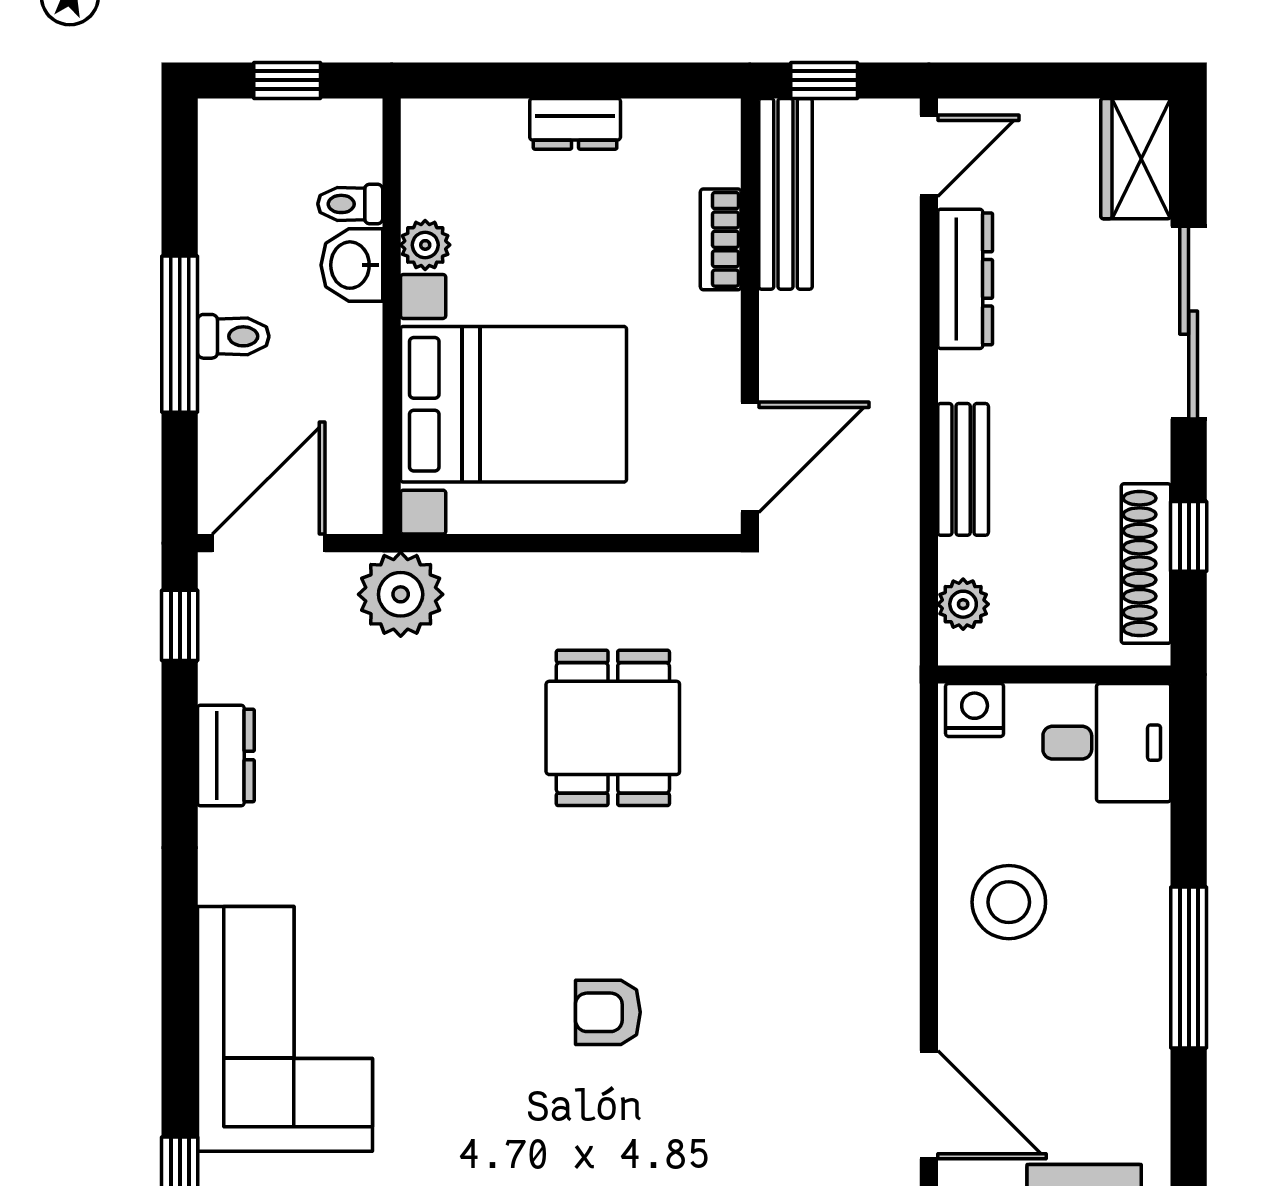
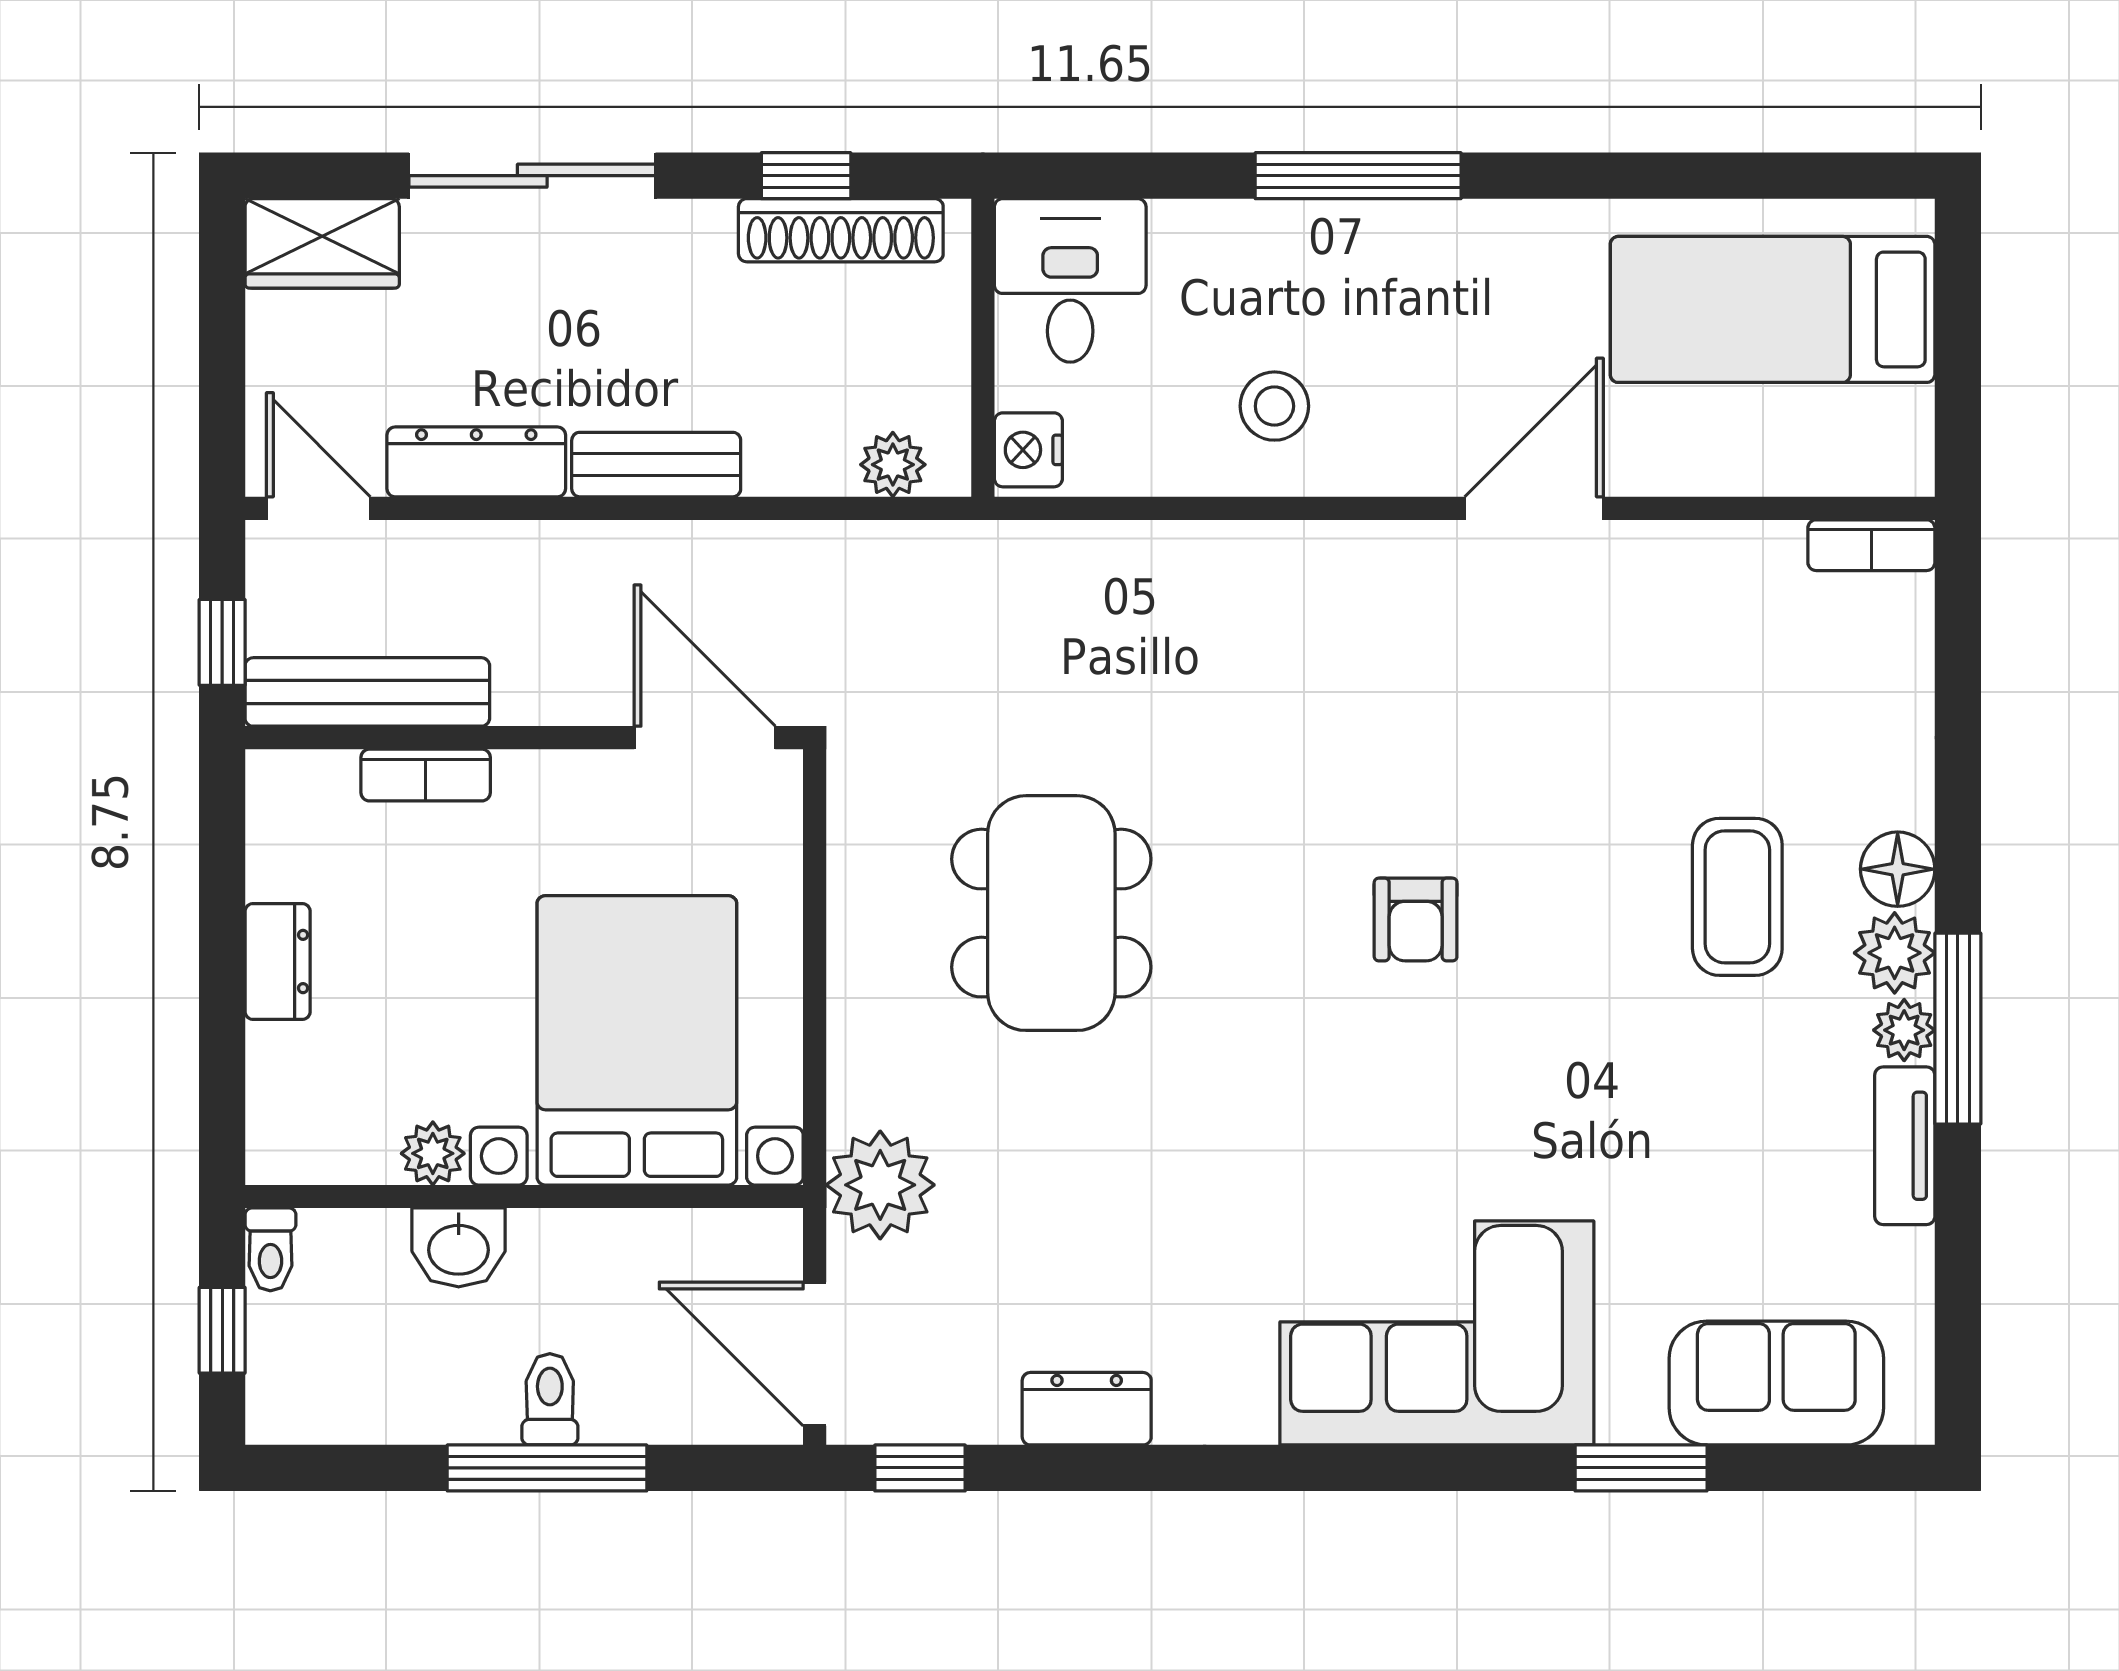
toilet: (350, 204) -> (270, 1249), moved
bench: (963, 469) -> (656, 465), moved
dining table: (613, 728) -> (1051, 913), width x1.38
stool: (1009, 902) -> (1274, 406), width x0.73, depth x0.73

